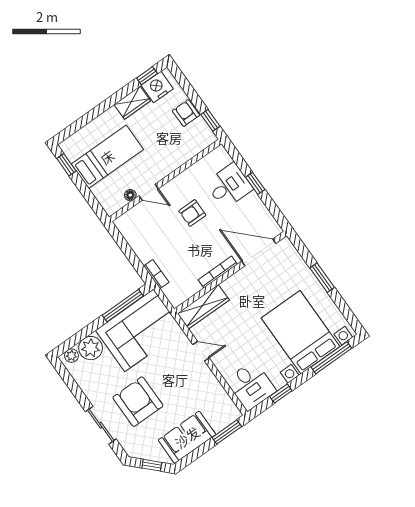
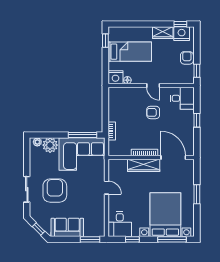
desk: (229, 186) -> (182, 98), moved
door: (149, 192) -> (153, 85), moved
nightstand: (112, 202) -> (115, 77), added
wardrobe: (203, 307) -> (144, 165), moved

